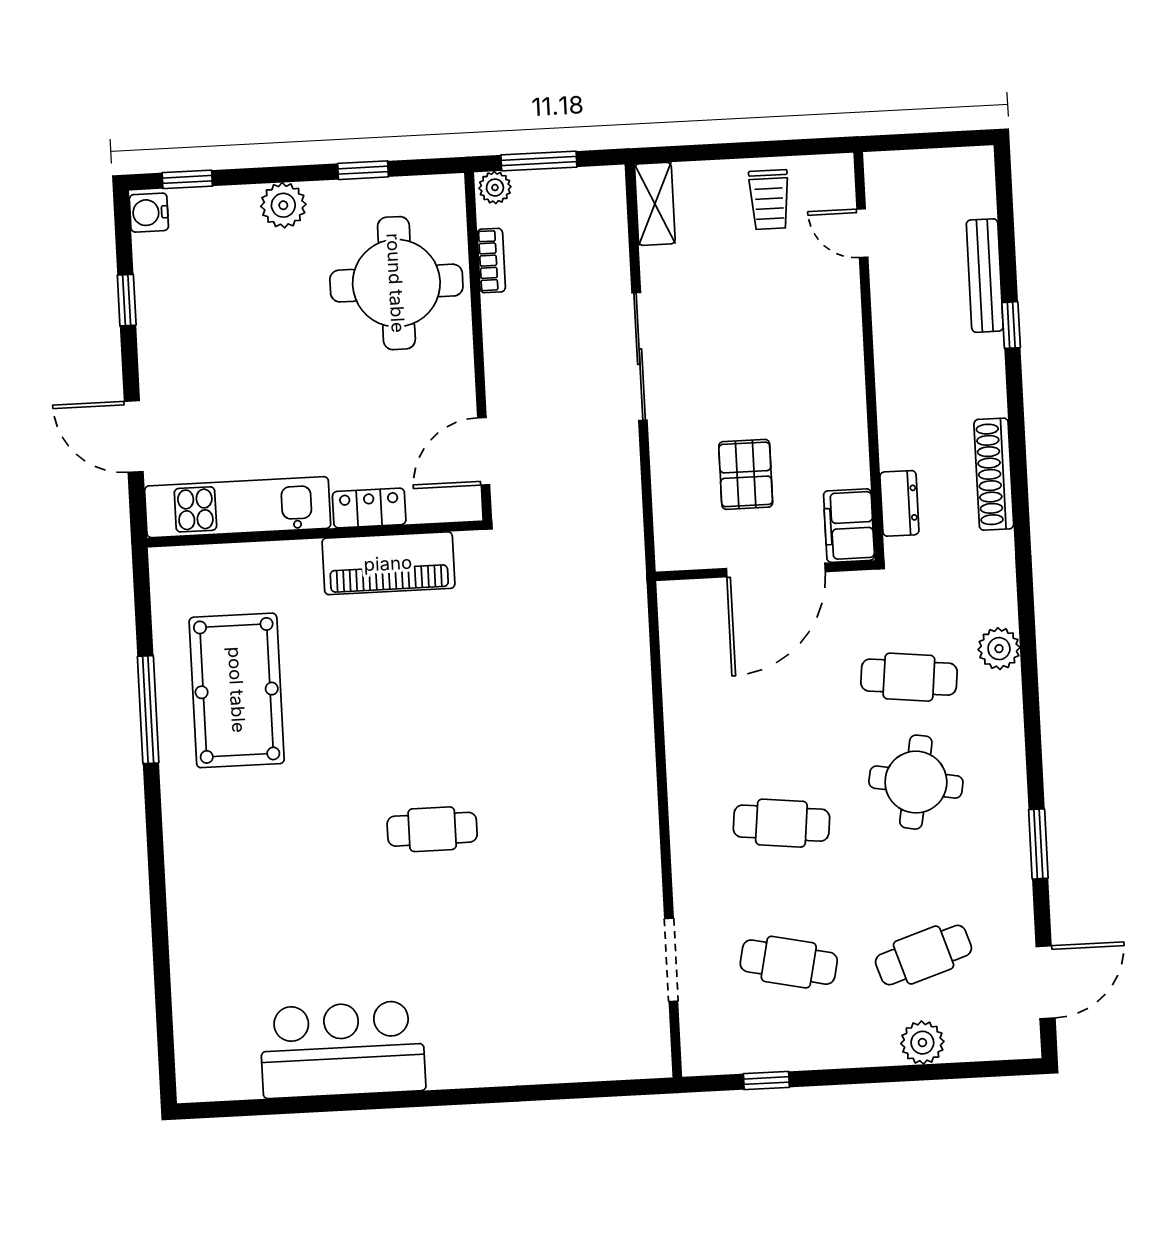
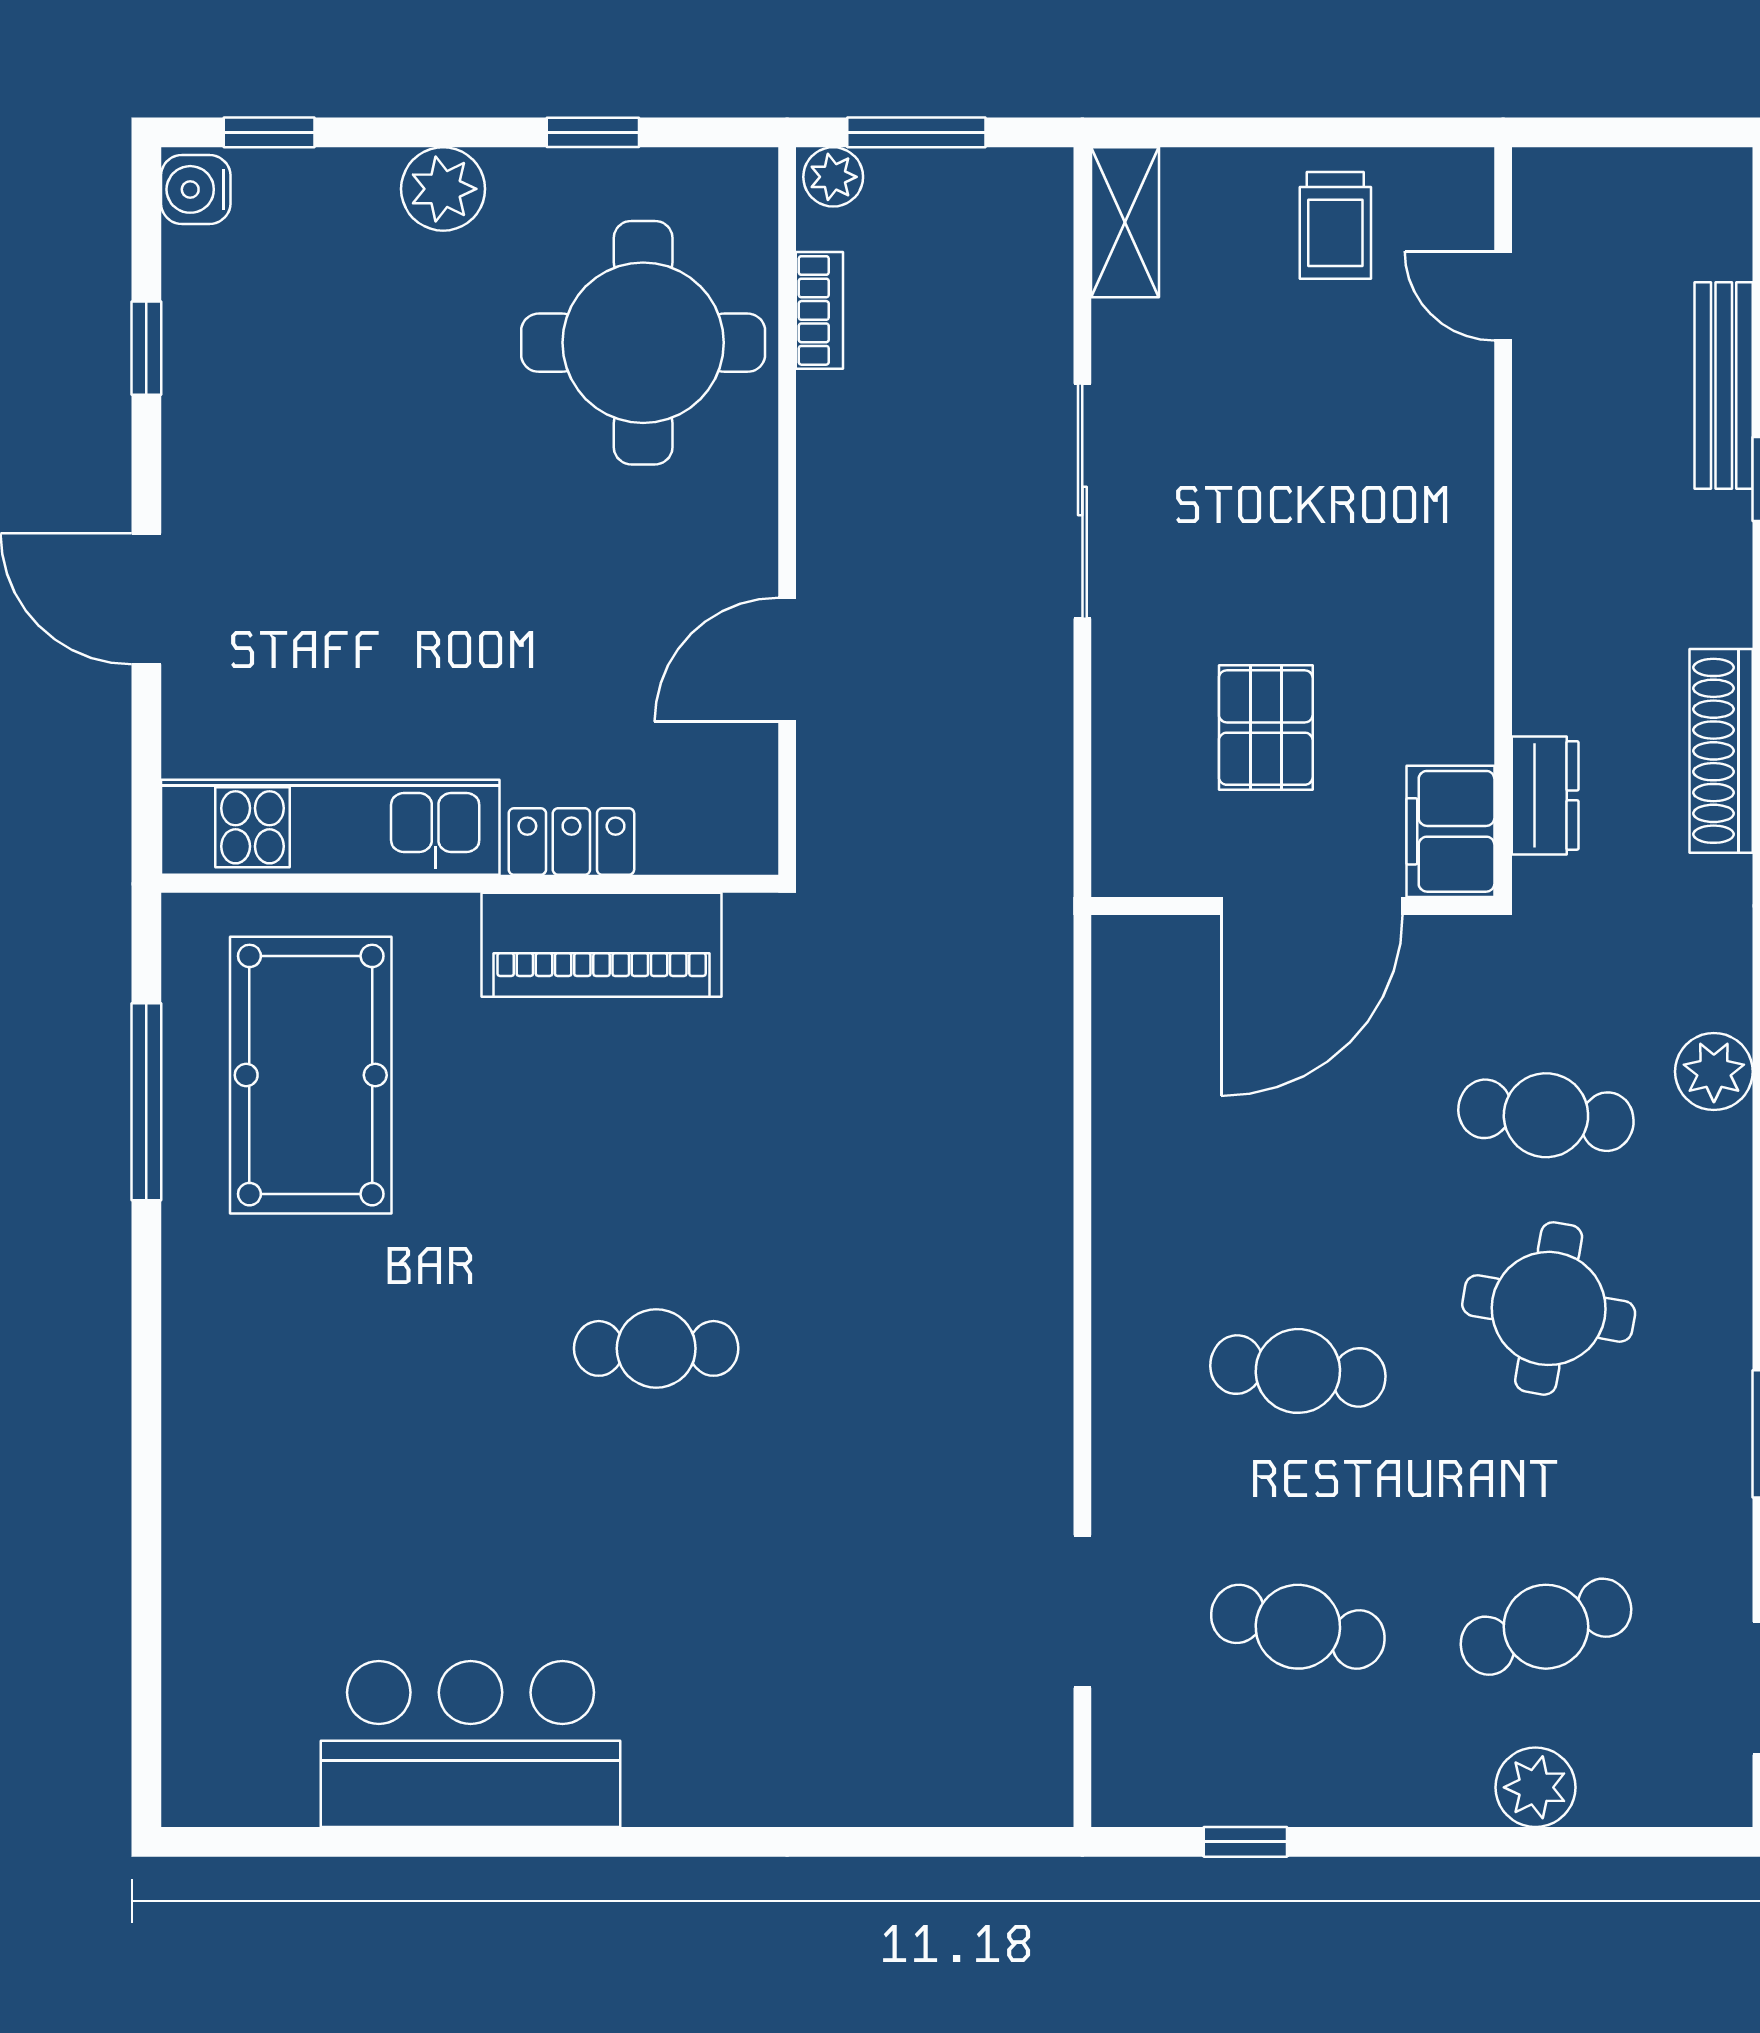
kitchen unit: (238, 507) -> (330, 827), moved
locker: (369, 508) -> (571, 842), moved
wall: (315, 534) -> (470, 884), moved
piano: (388, 563) -> (602, 945), moved

